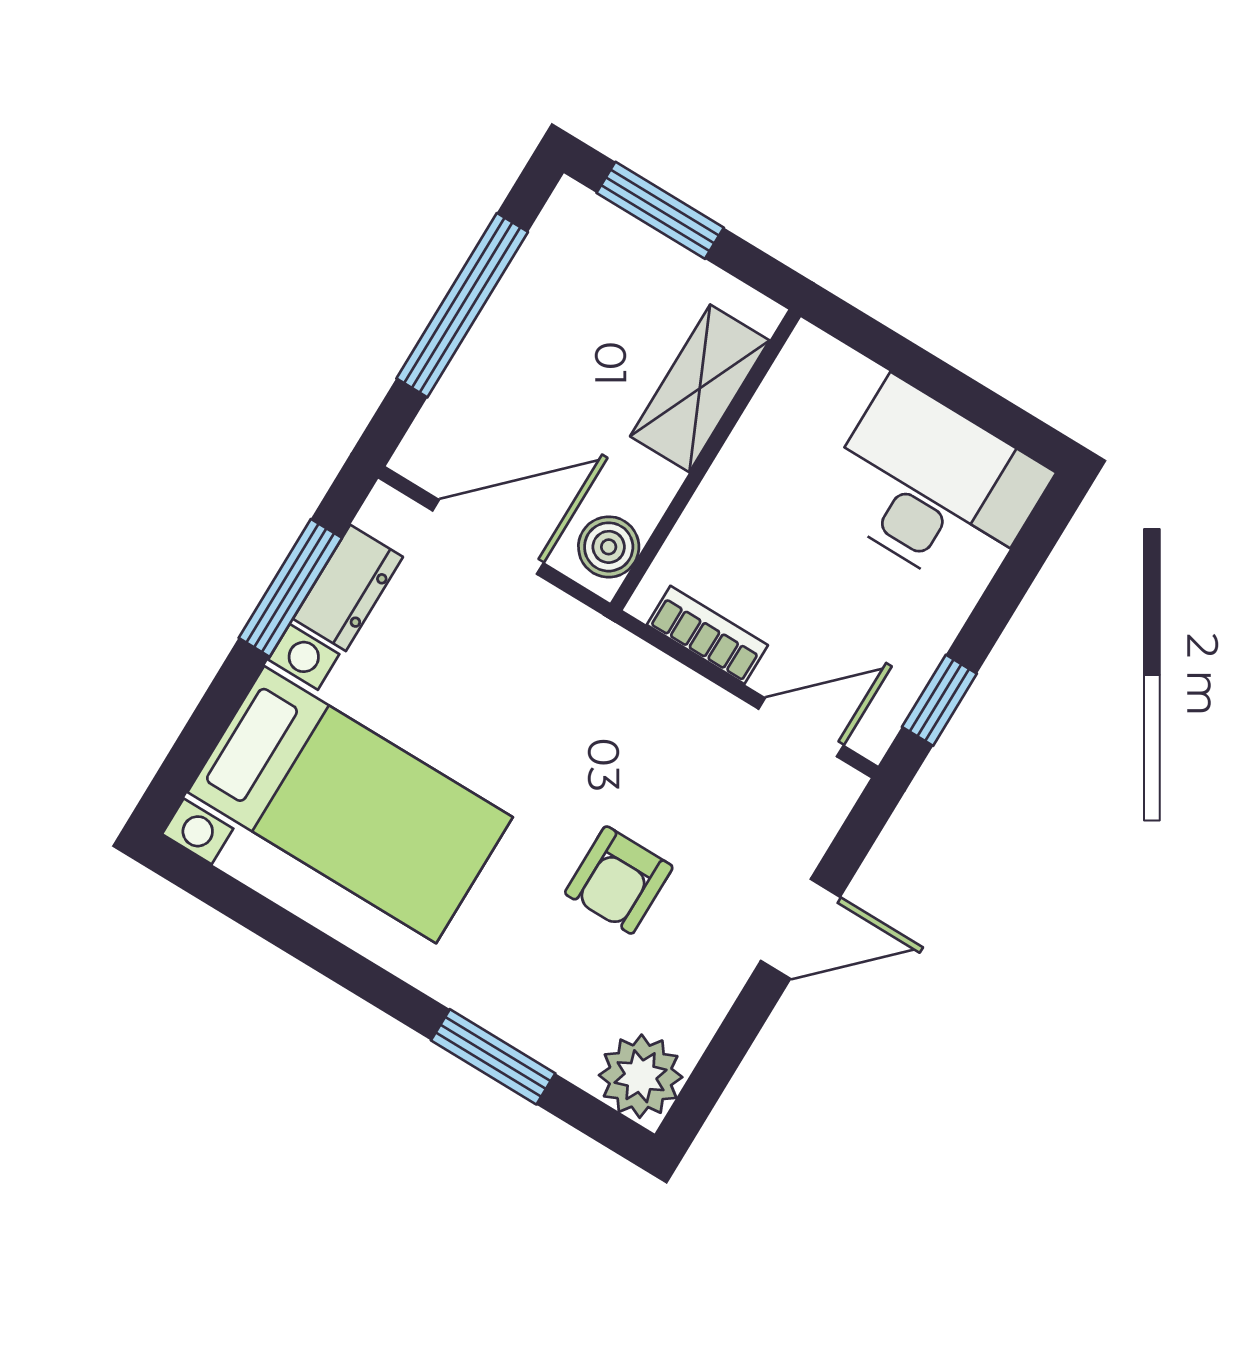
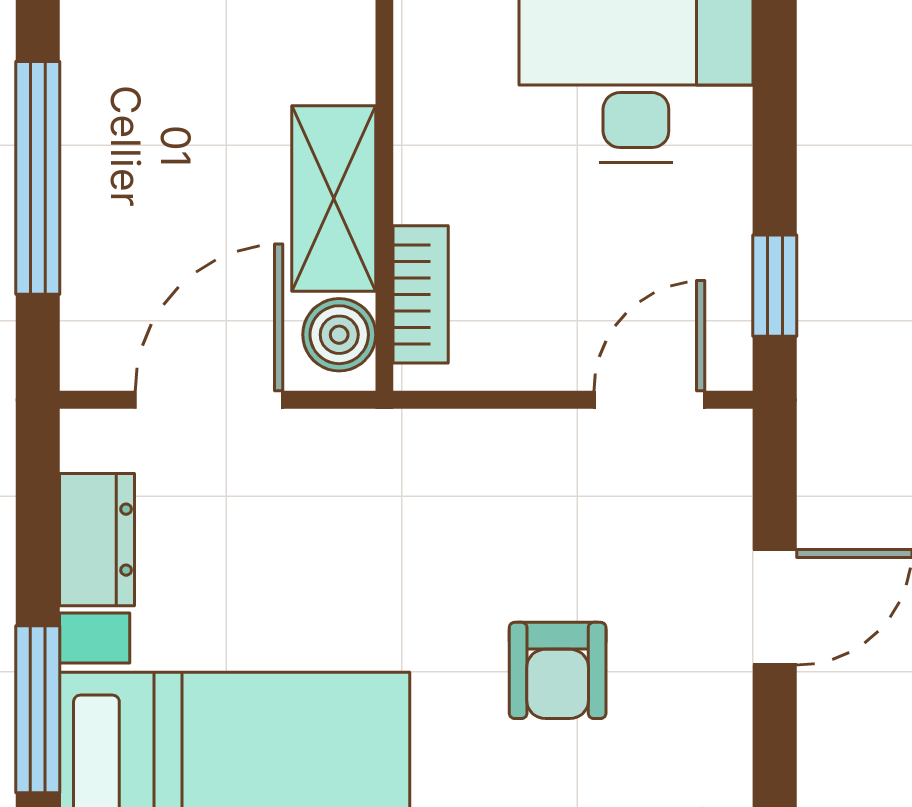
shelving: (700, 388) -> (334, 198), moved
window: (290, 588) -> (38, 709), moved
bookcase: (707, 635) -> (421, 294), moved, turned 90

